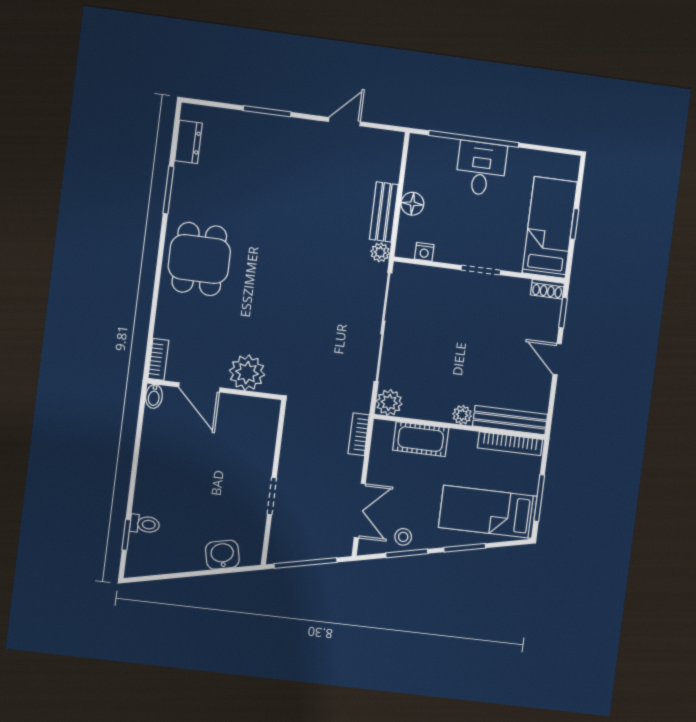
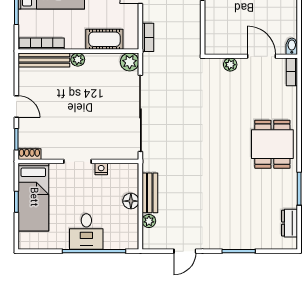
plant: (380, 252) -> (149, 221), moved
nightstand: (424, 252) -> (101, 169), moved
plant: (247, 373) -> (230, 65), width x0.53, depth x0.53

